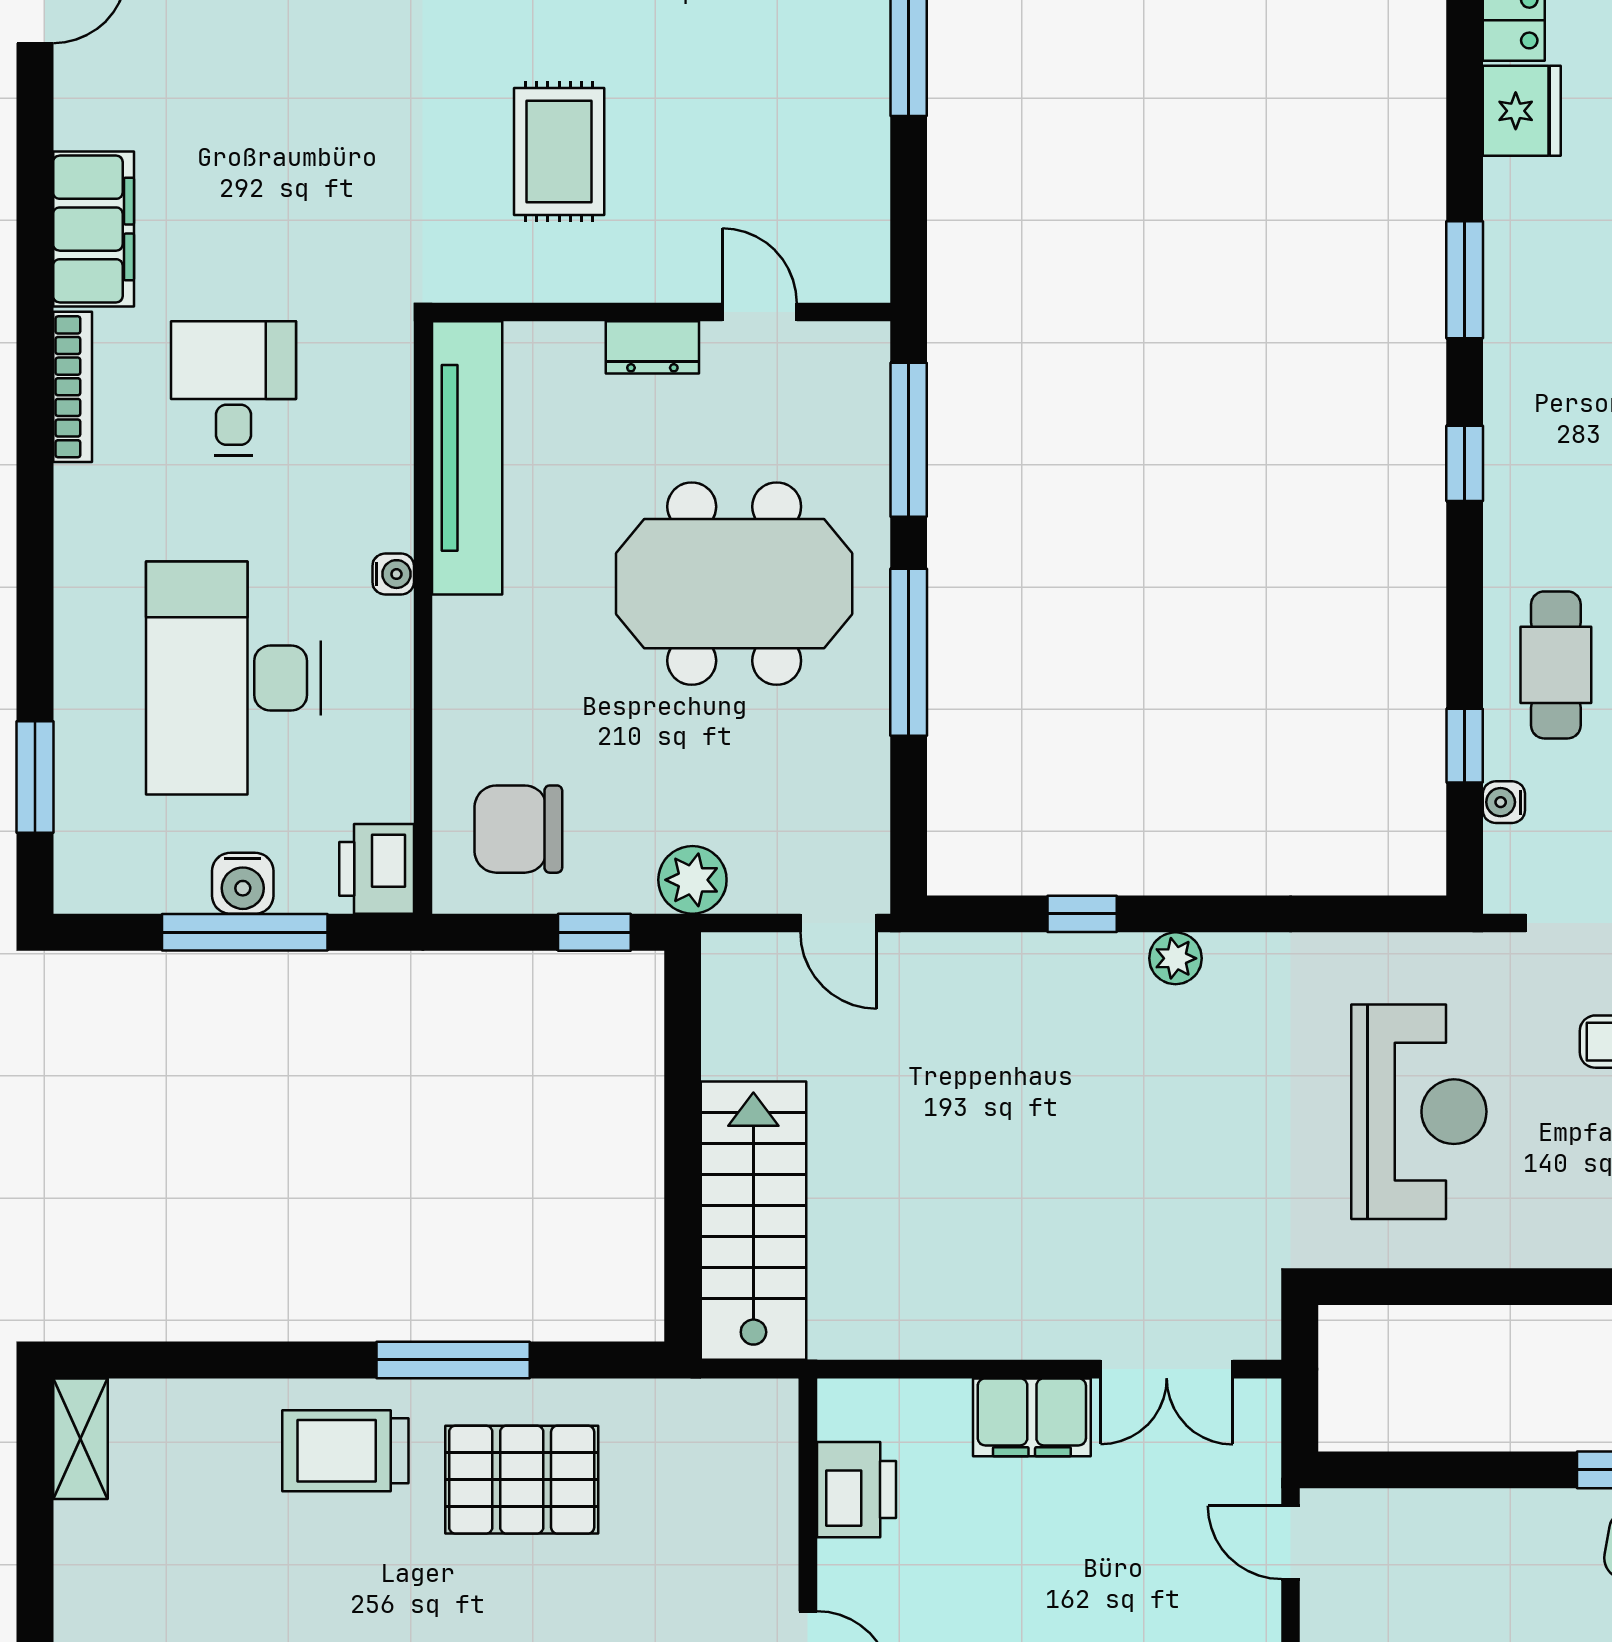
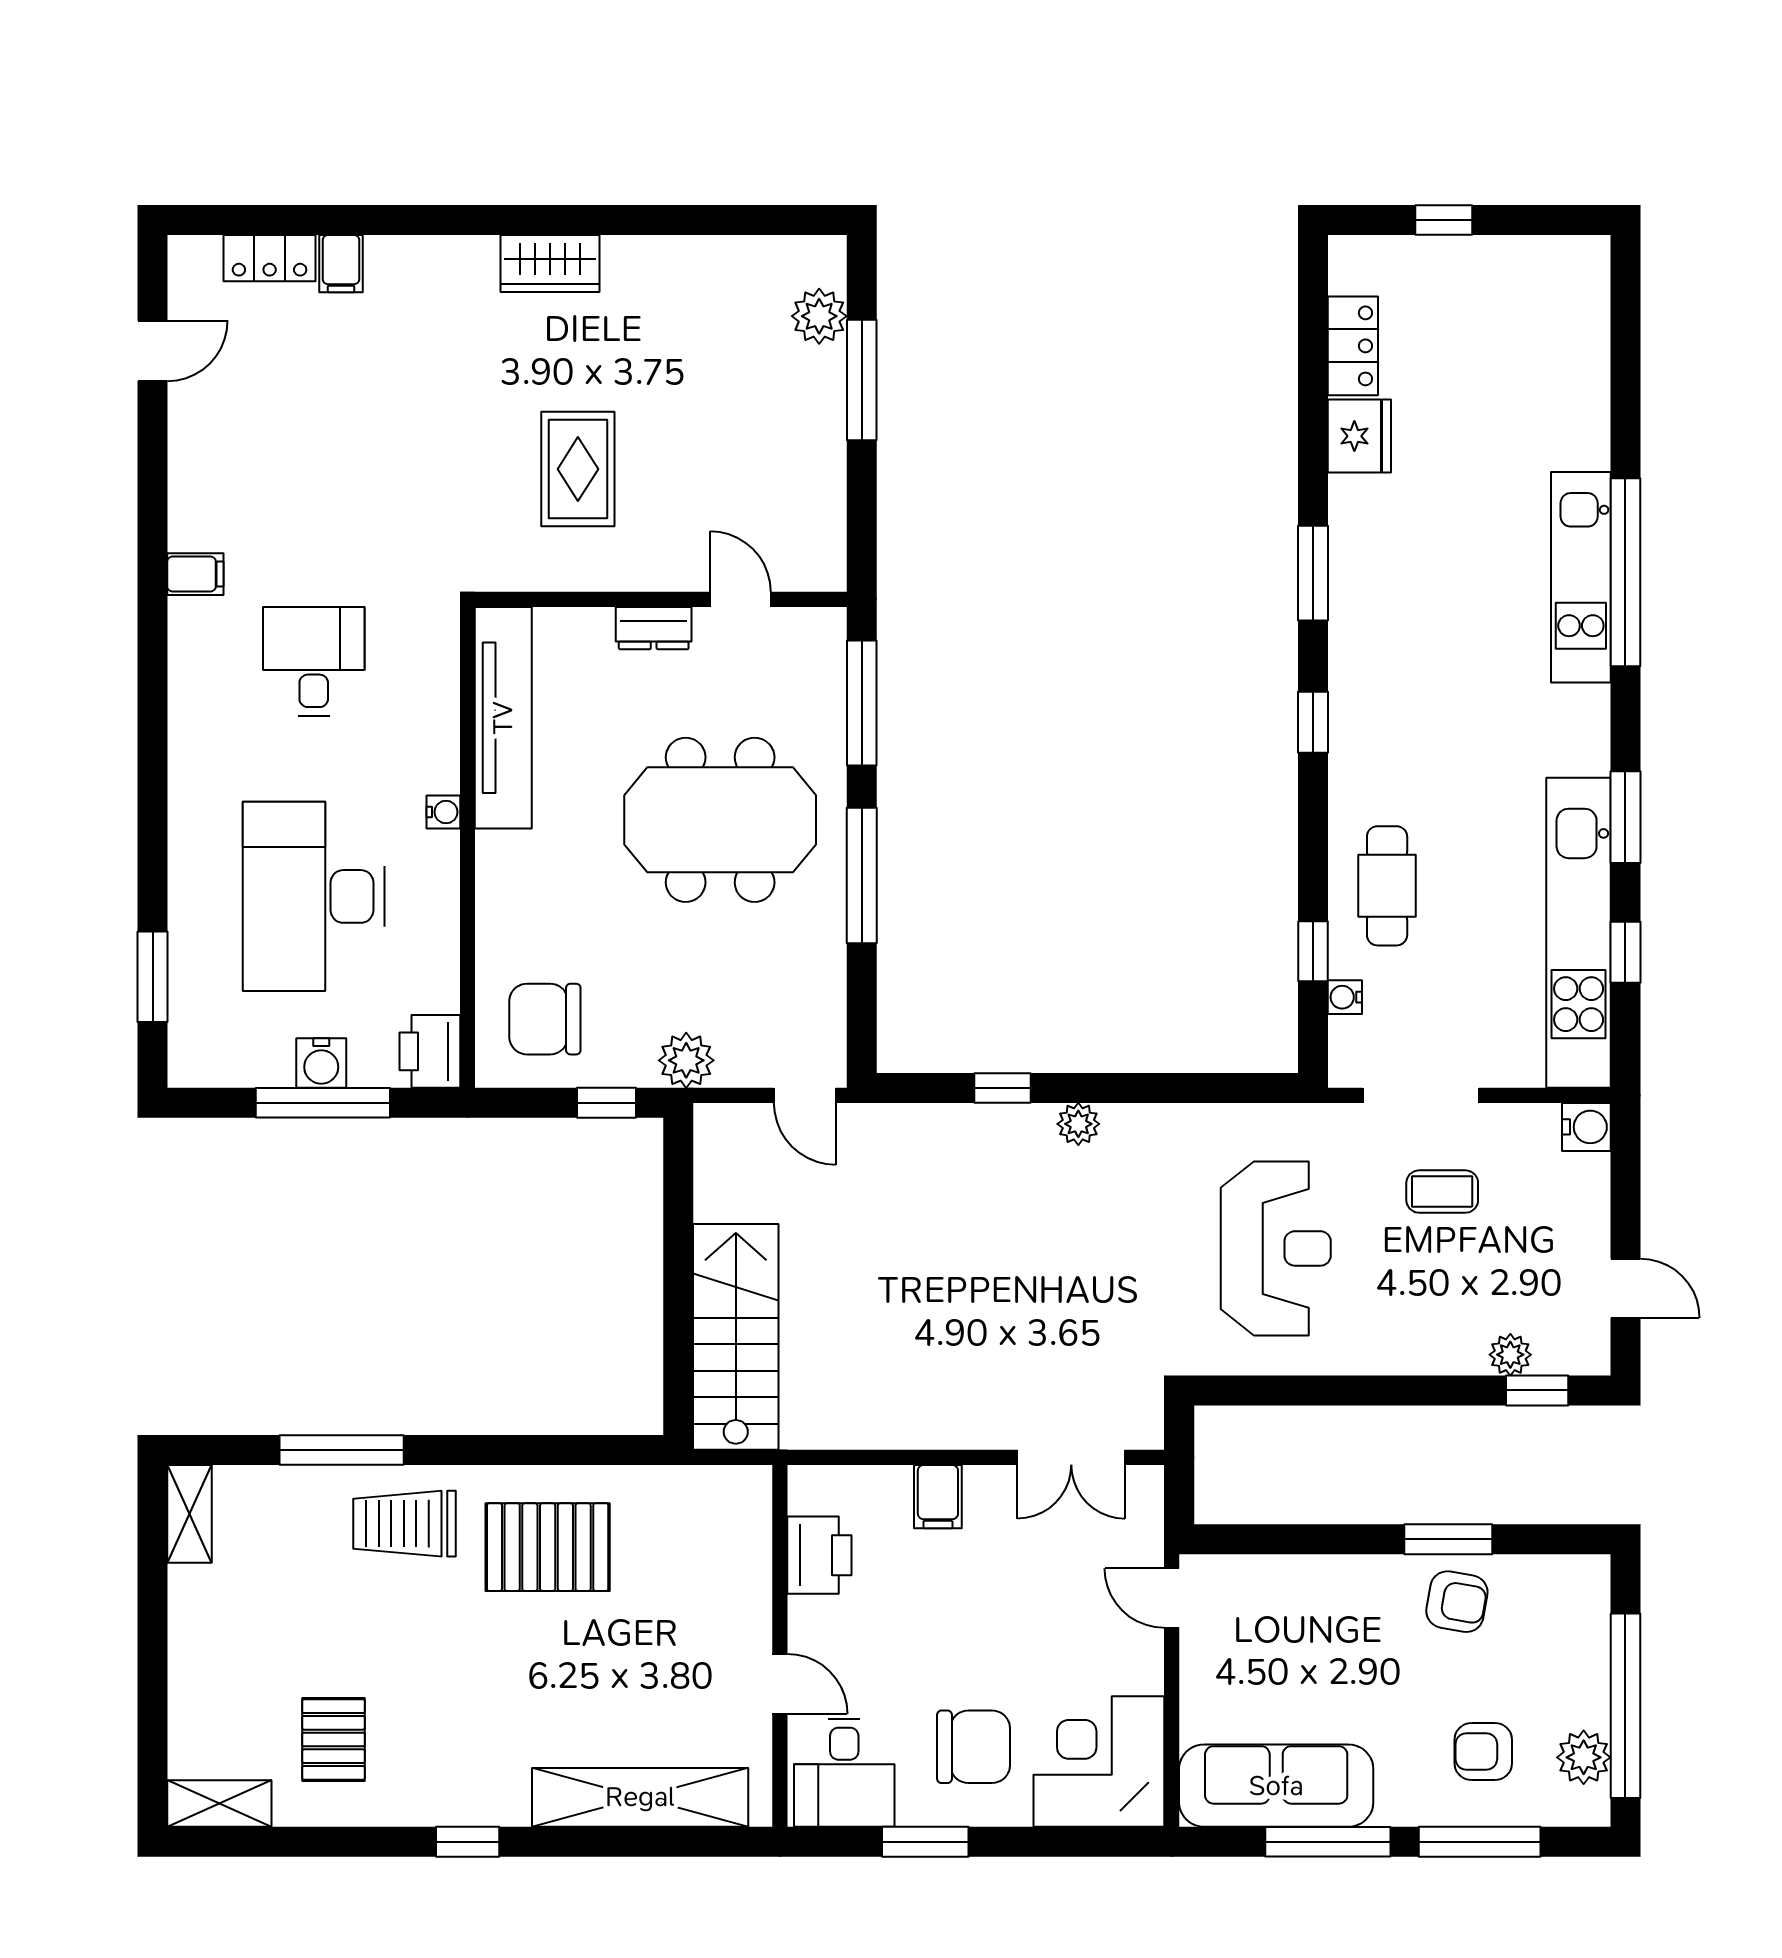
filing cabinet: (94, 229) -> (195, 574), width x0.33, depth x0.86
bookcase: (73, 387) -> (183, 660), removed
window: (453, 1360) -> (342, 1450), moved
filing cabinet: (1032, 1417) -> (938, 1497), width x0.50

